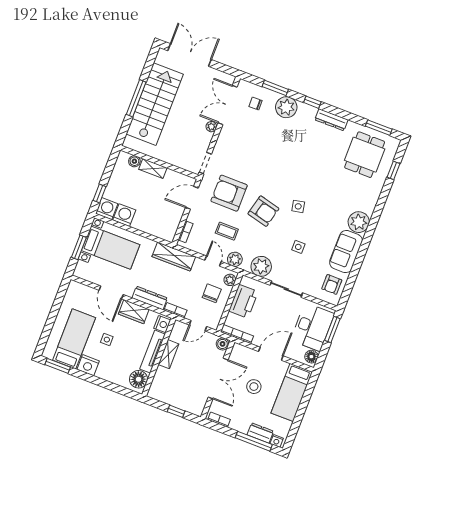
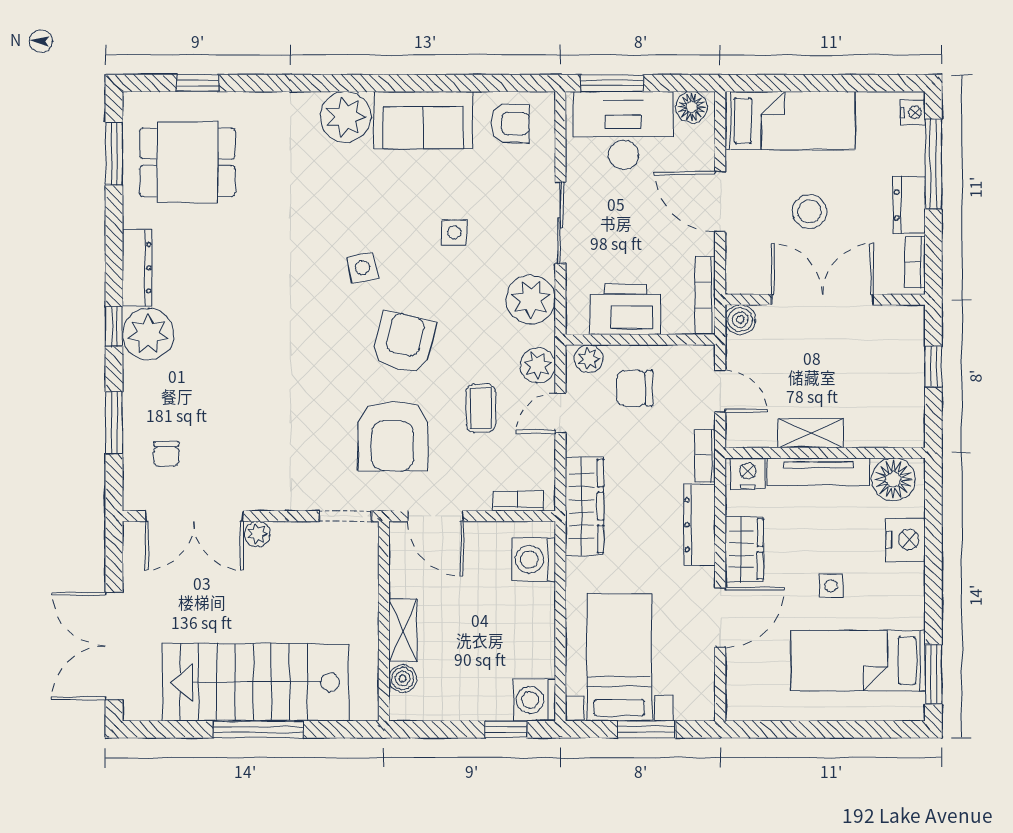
plant: (286, 107) -> (148, 334), moved
washing machine: (124, 215) -> (534, 559), moved
nightstand: (88, 365) -> (906, 540), moved
dresser: (260, 433) -> (909, 205), moved

